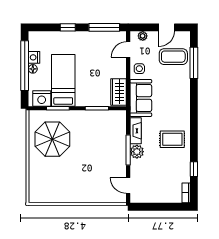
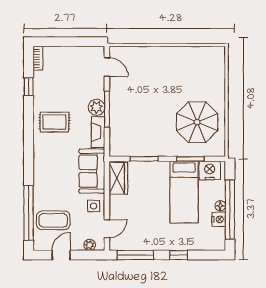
window: (194, 63) -> (29, 213), width x1.46

